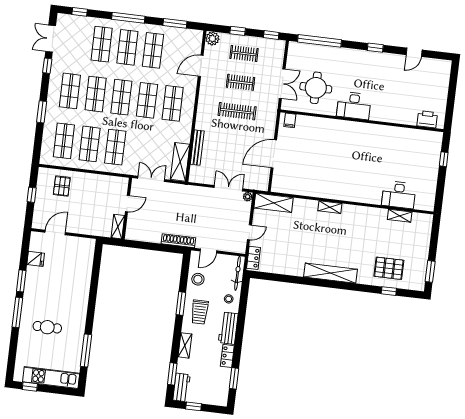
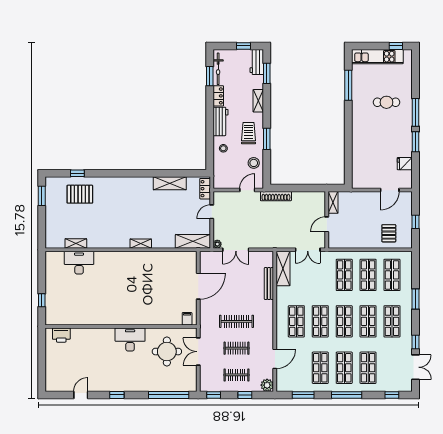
bicycle: (237, 273) -> (218, 69), moved
shelving: (330, 273) -> (170, 183), moved, width x0.68

